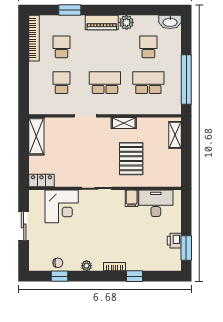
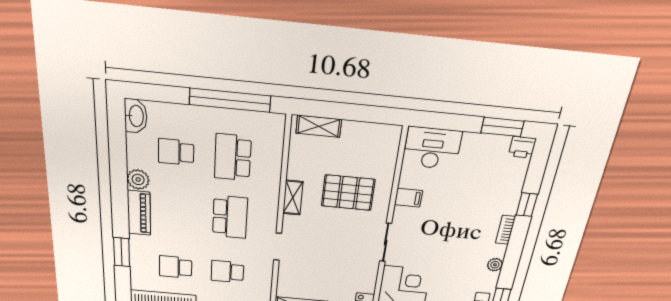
school desk: (105, 83) -> (230, 217), turned 180
desk: (156, 203) -> (432, 148), moved, turned 90
printer: (174, 241) -> (522, 147), moved

